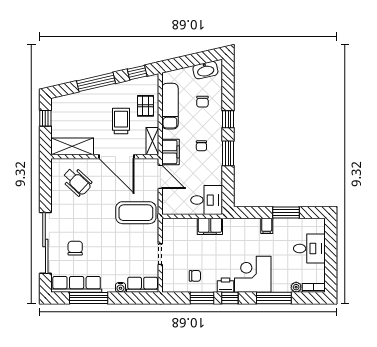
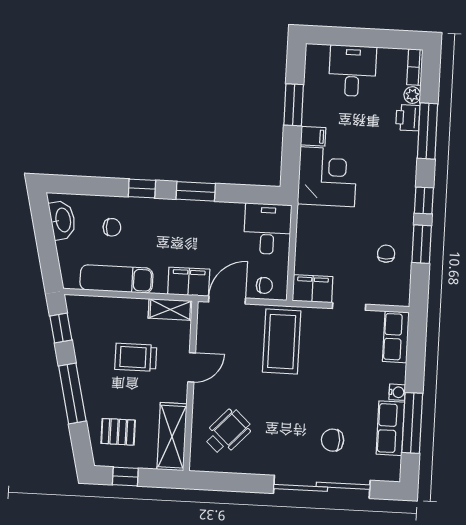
pallet: (145, 106) -> (118, 432), moved
chair: (201, 146) -> (264, 285), moved
door: (117, 157) -> (192, 367), width x0.53
filing cabinet: (210, 226) -> (313, 289), moved, turned -90
corner desk: (253, 274) -> (327, 177), moved, turned 180
row of seats: (77, 284) -> (390, 428), width x0.68
printer: (226, 285) -> (408, 118), moved
water cooler: (120, 287) -> (397, 392), moved

